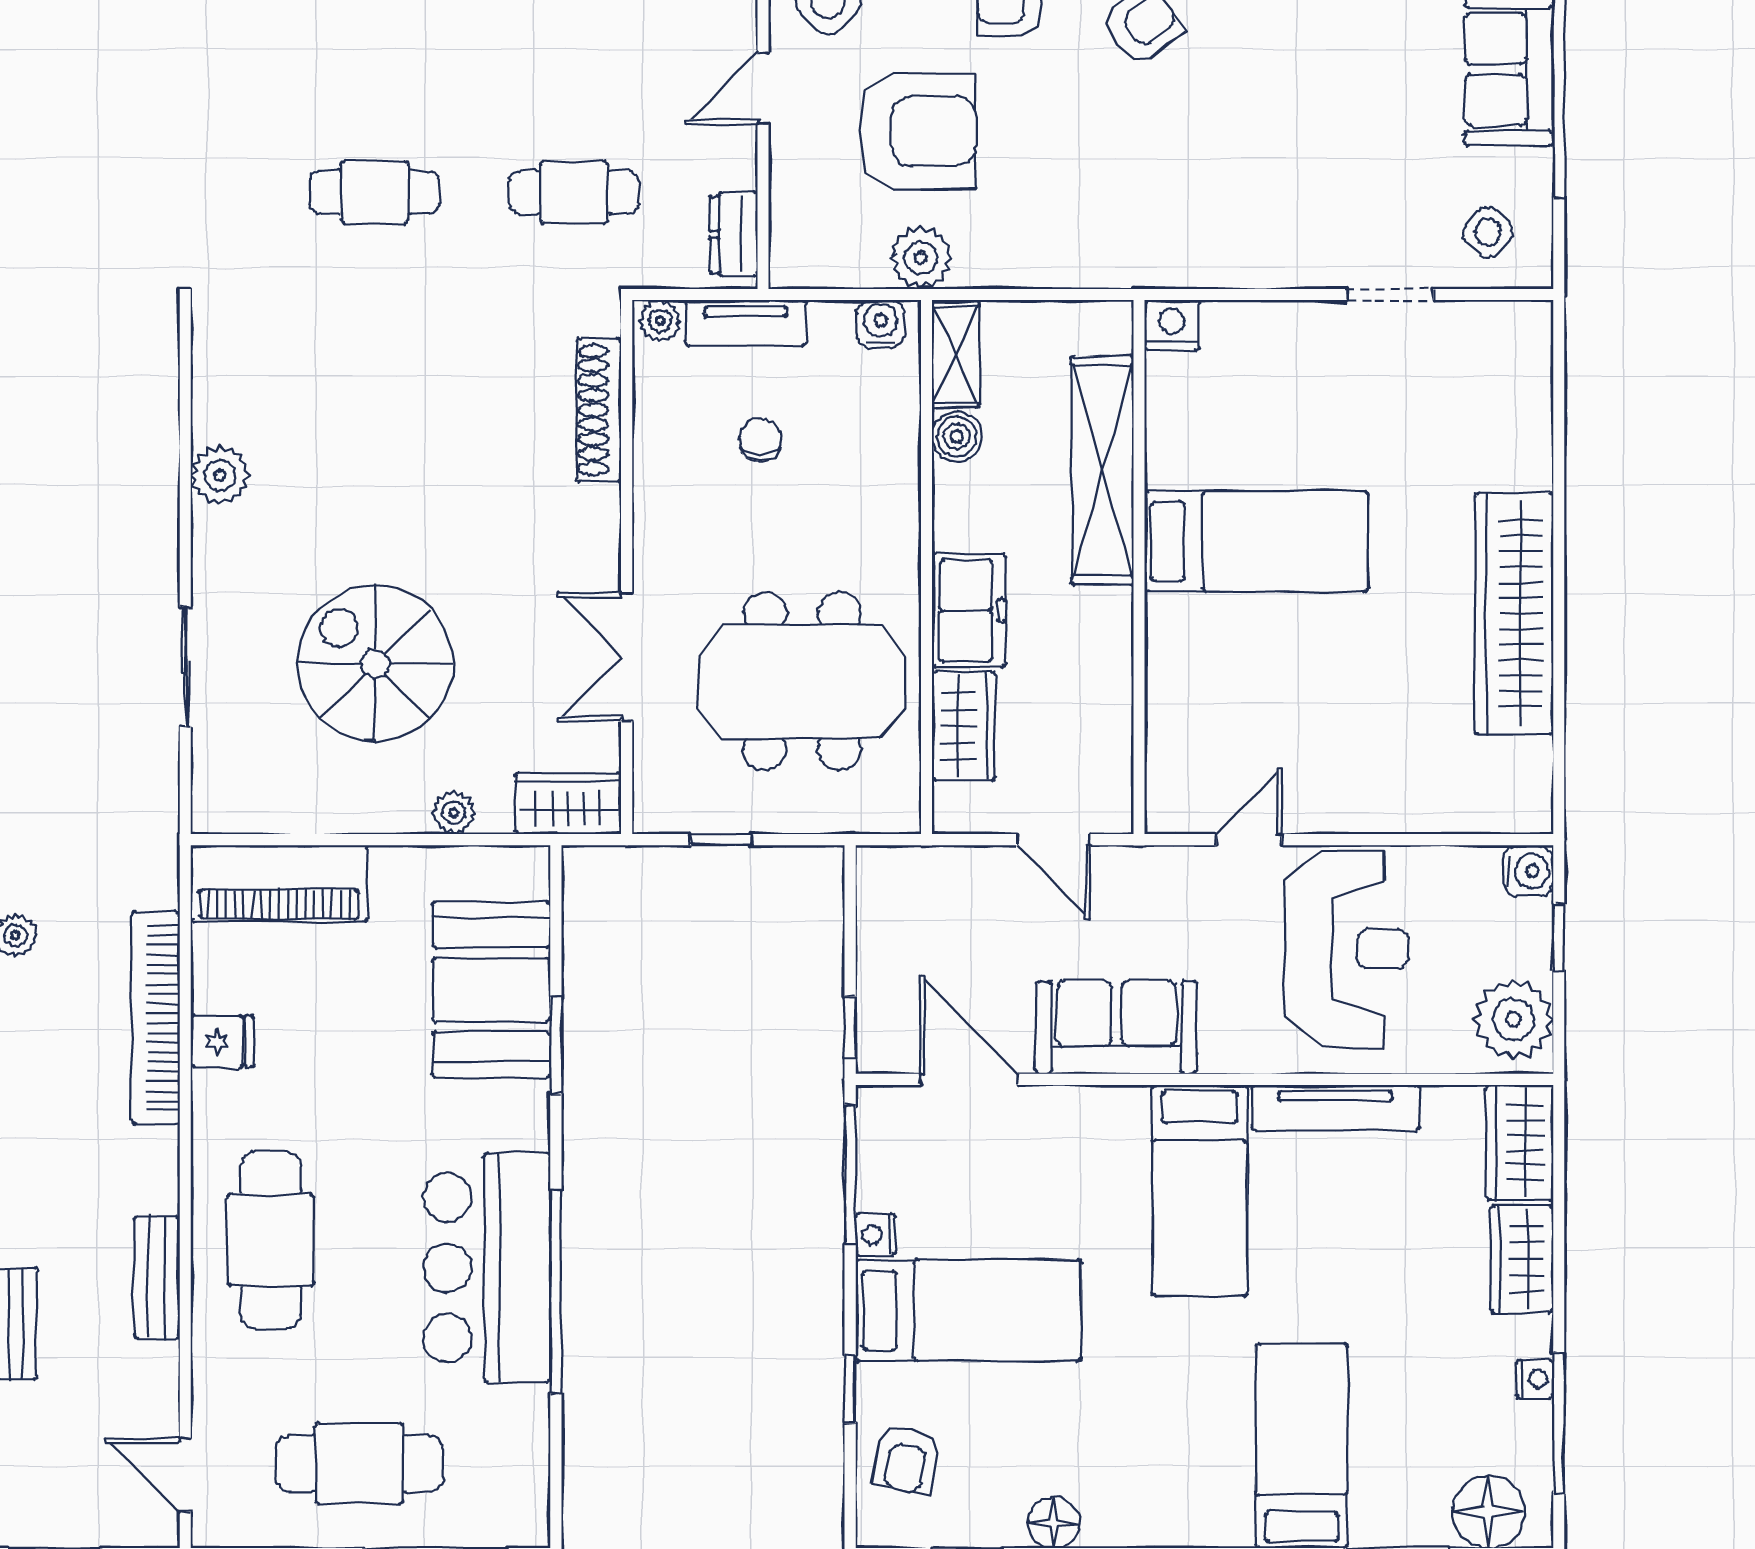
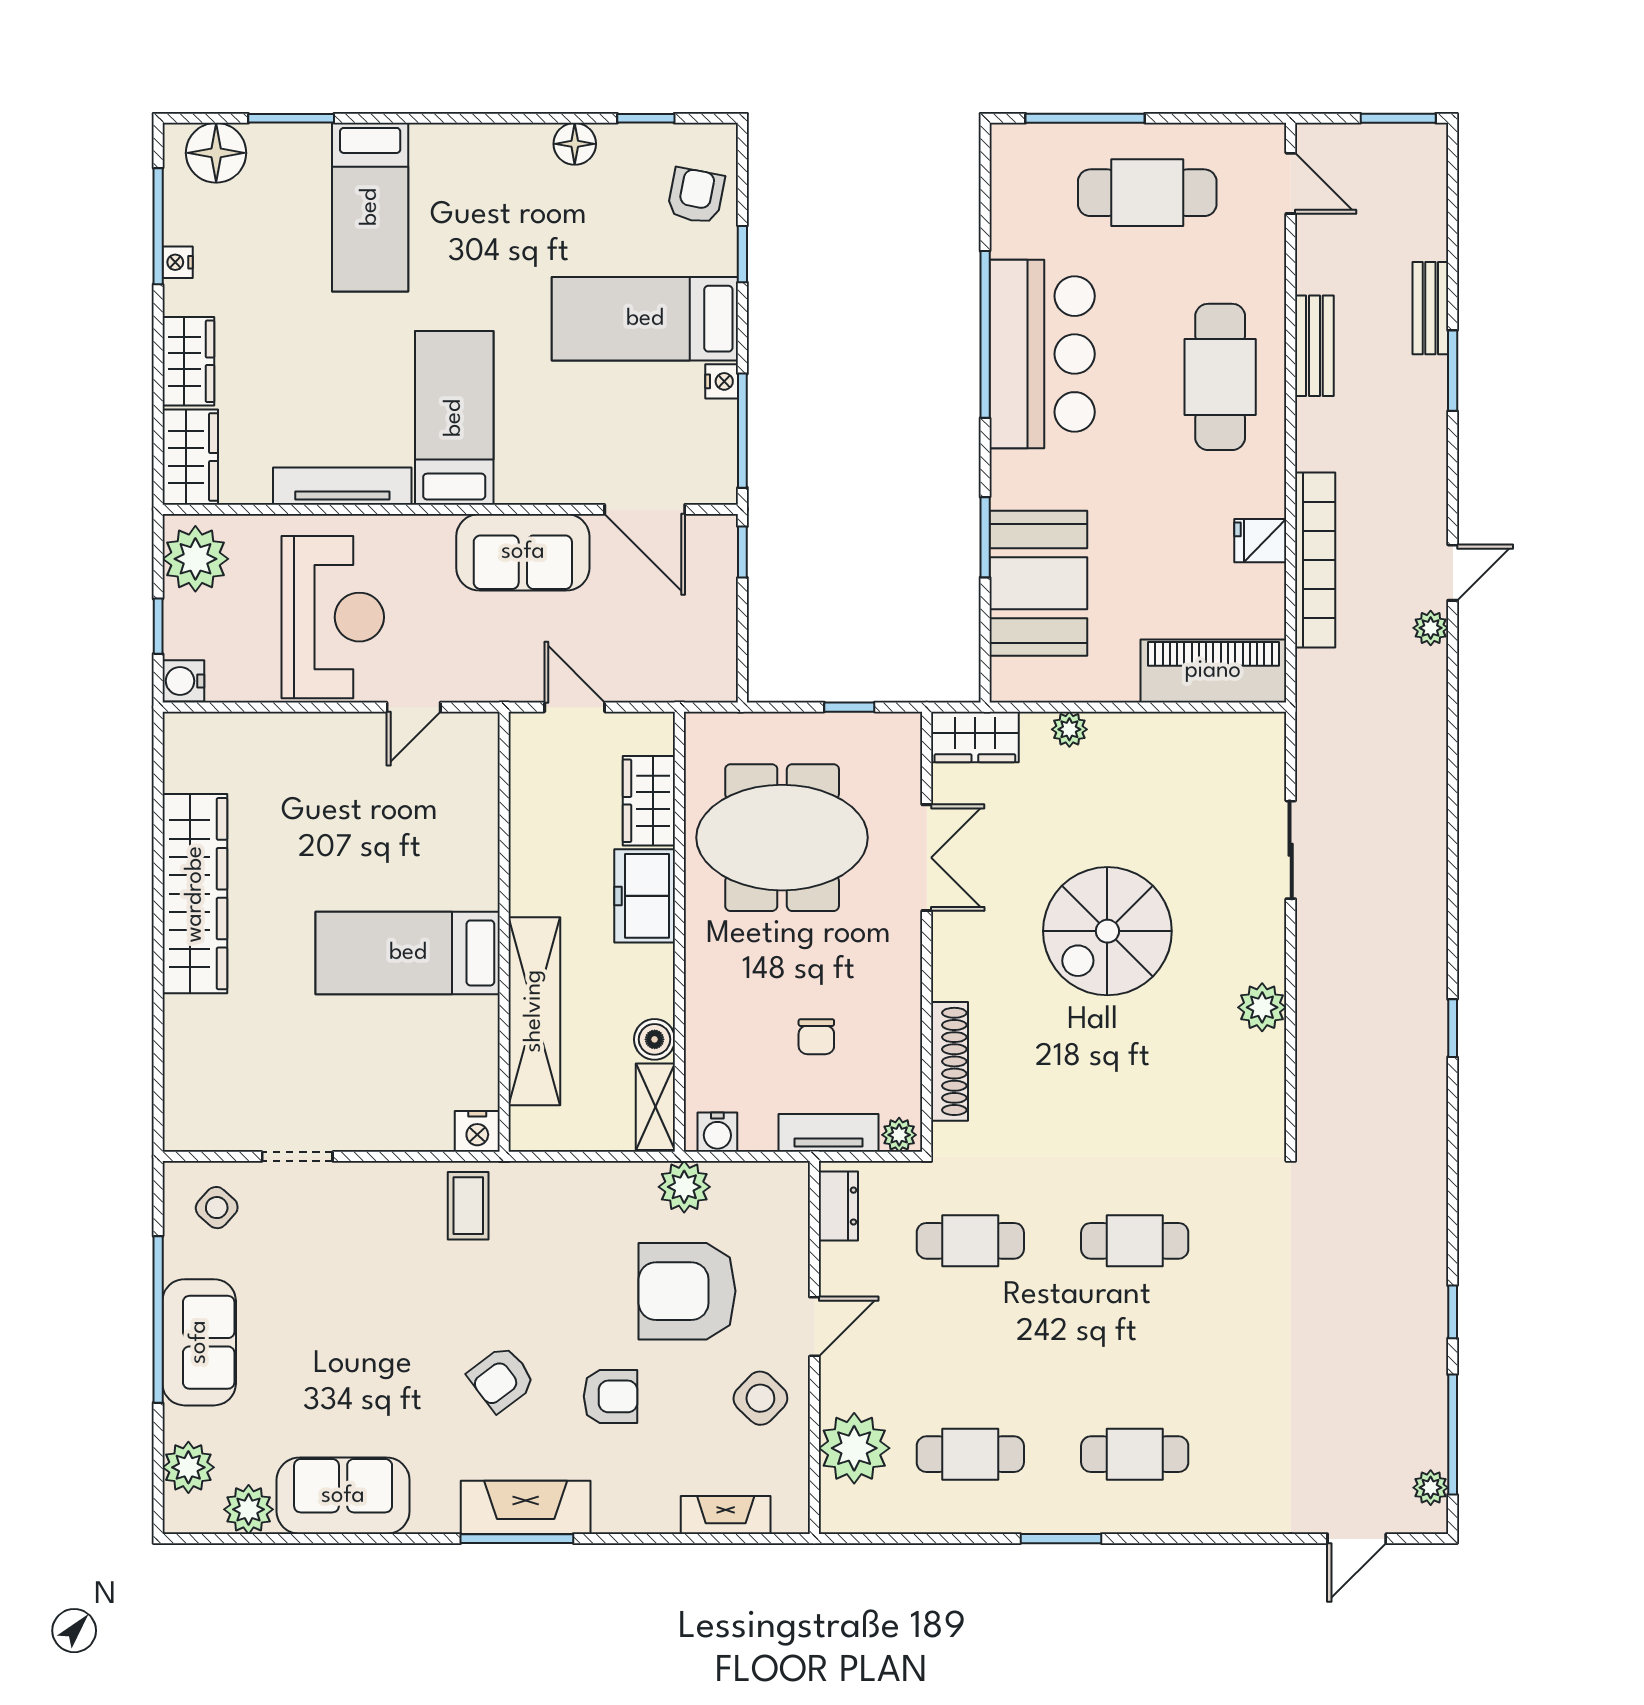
coffee table: (1183, 235) -> (468, 1206), added
spiral stairs: (375, 663) -> (1107, 931), moved, turned 90
reception desk: (1347, 949) -> (333, 617), turned 180

